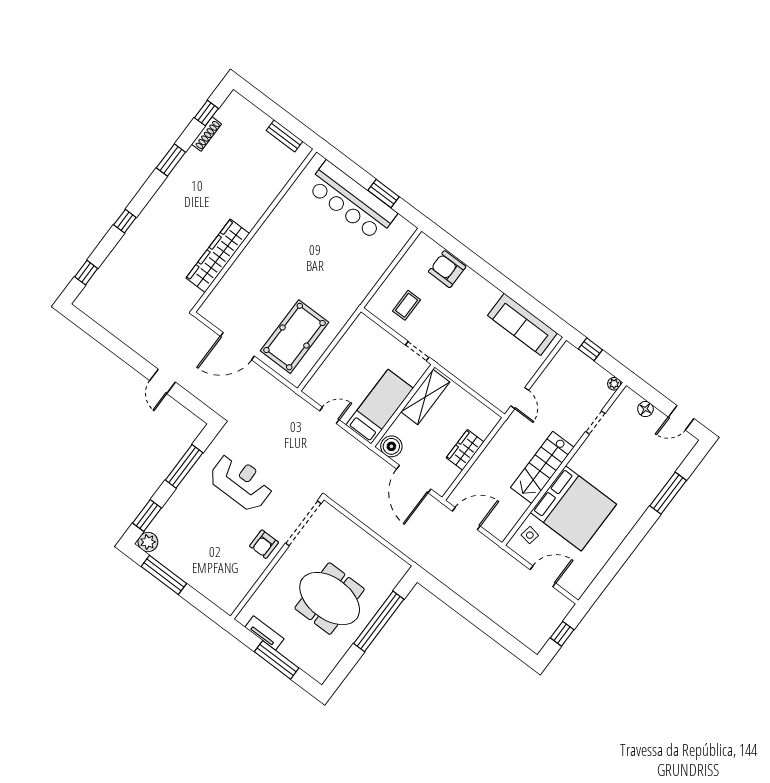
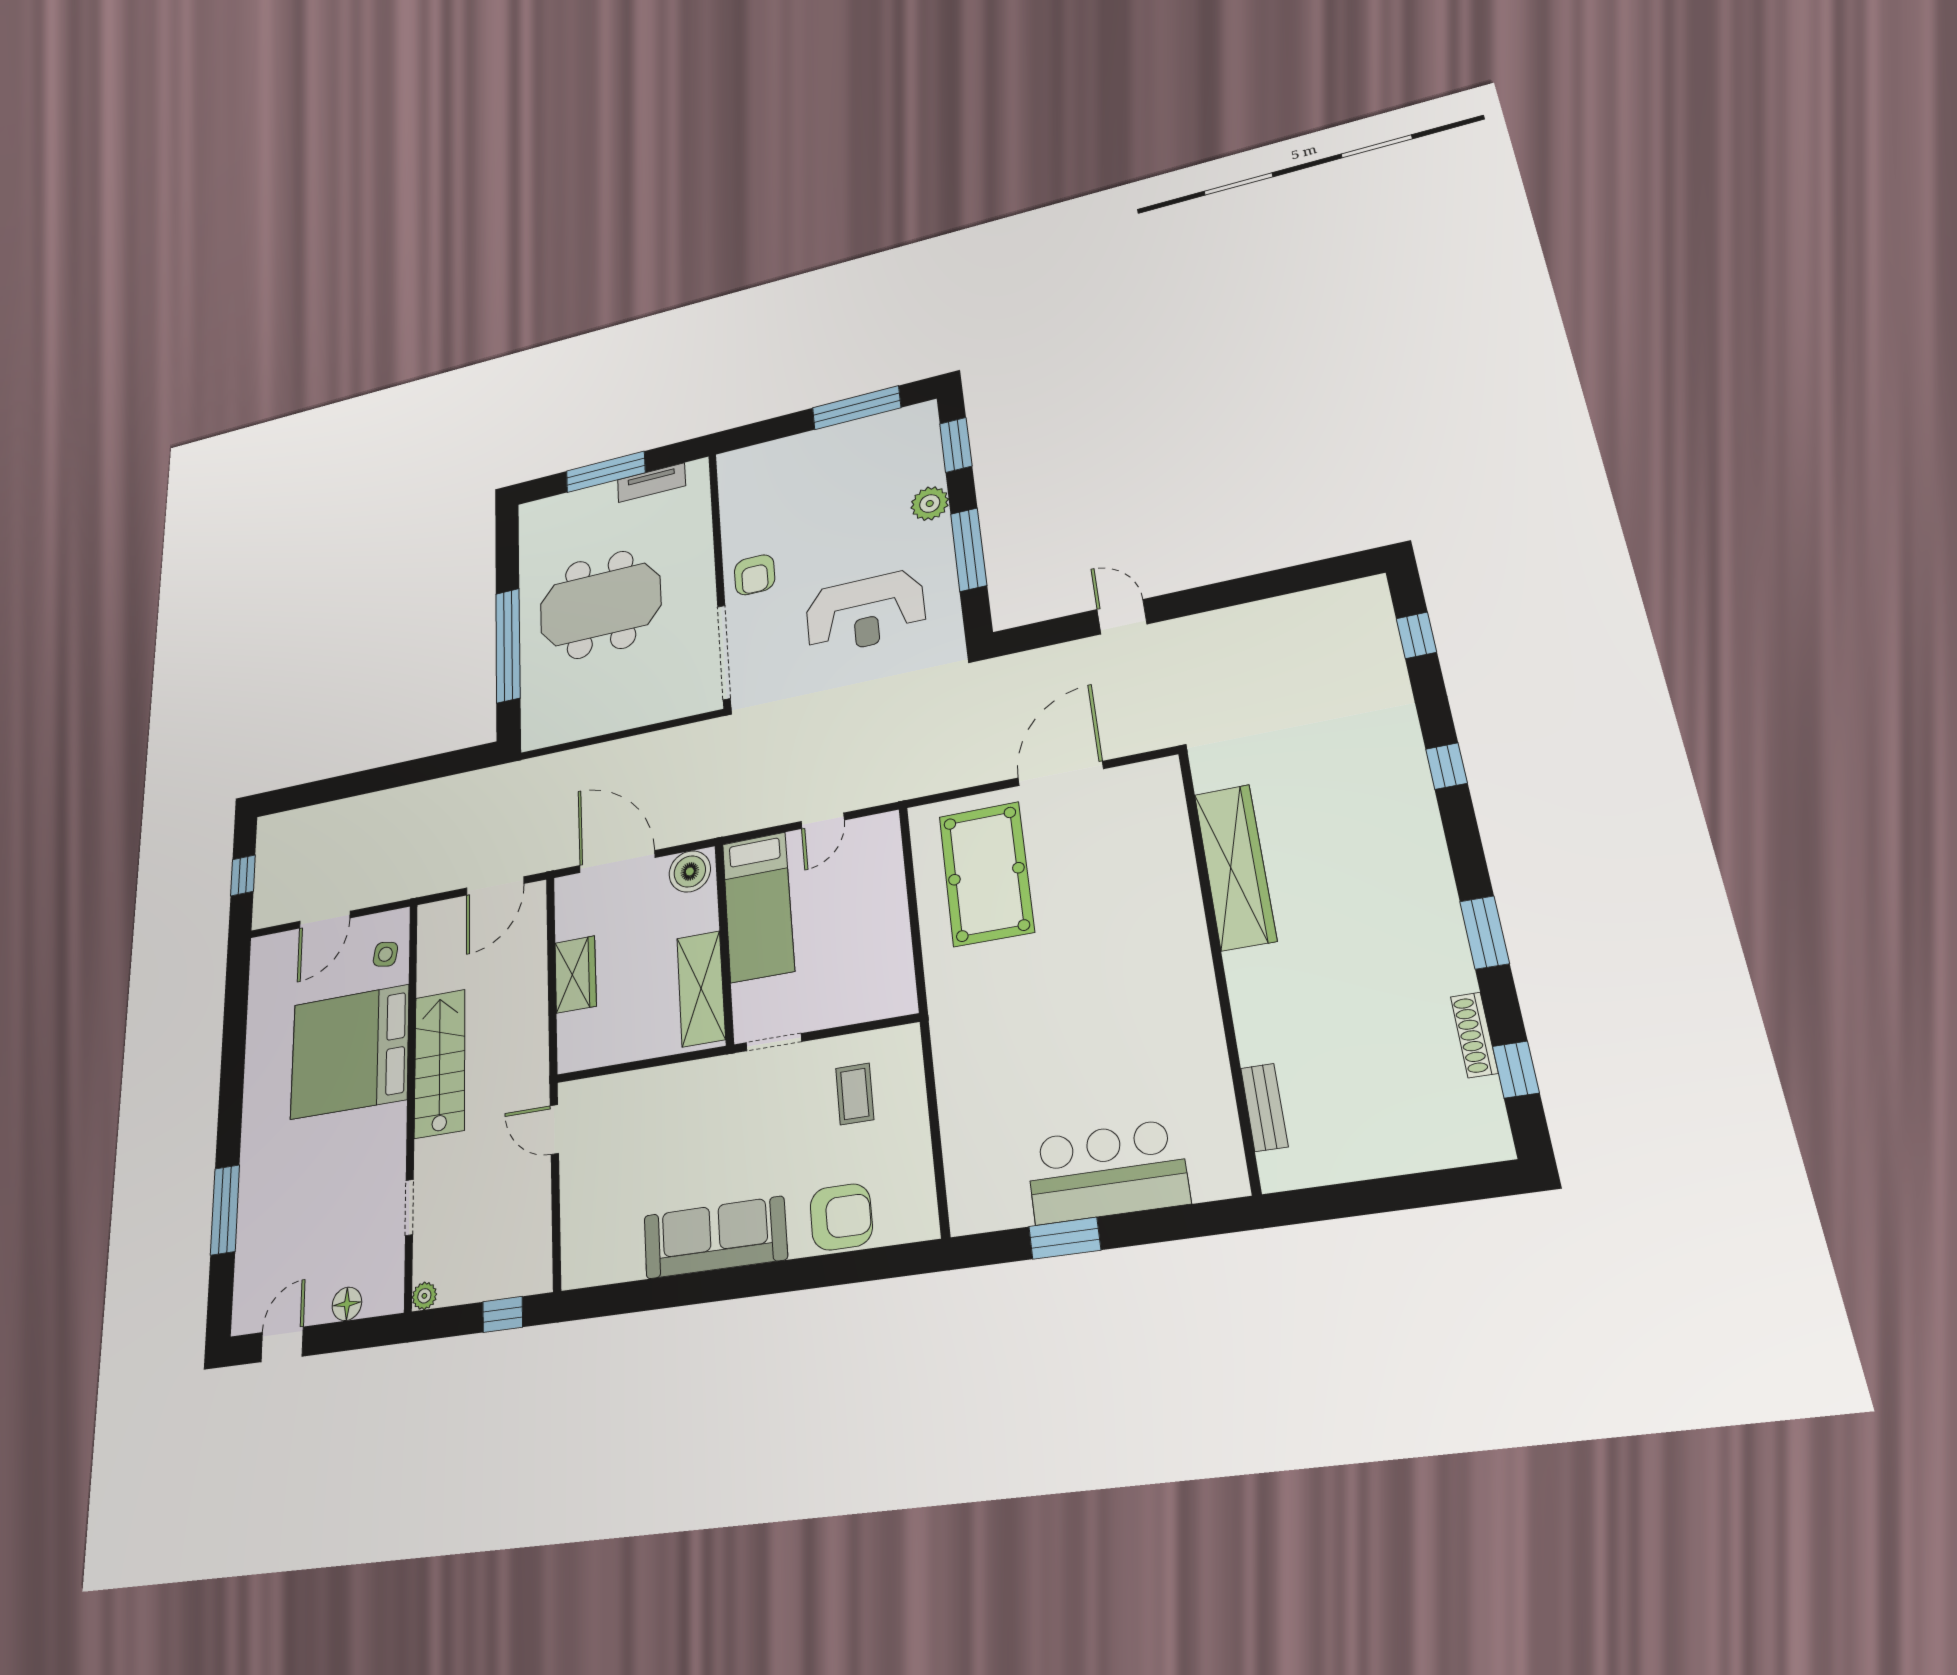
bench: (284, 136) -> (1264, 1107), moved, turned 90
bar counter: (351, 201) -> (1107, 1172), width x0.73
sofa: (522, 324) -> (715, 1237), moved
plant: (148, 542) -> (930, 504), moved
armchair: (264, 544) -> (755, 575), turned 180

